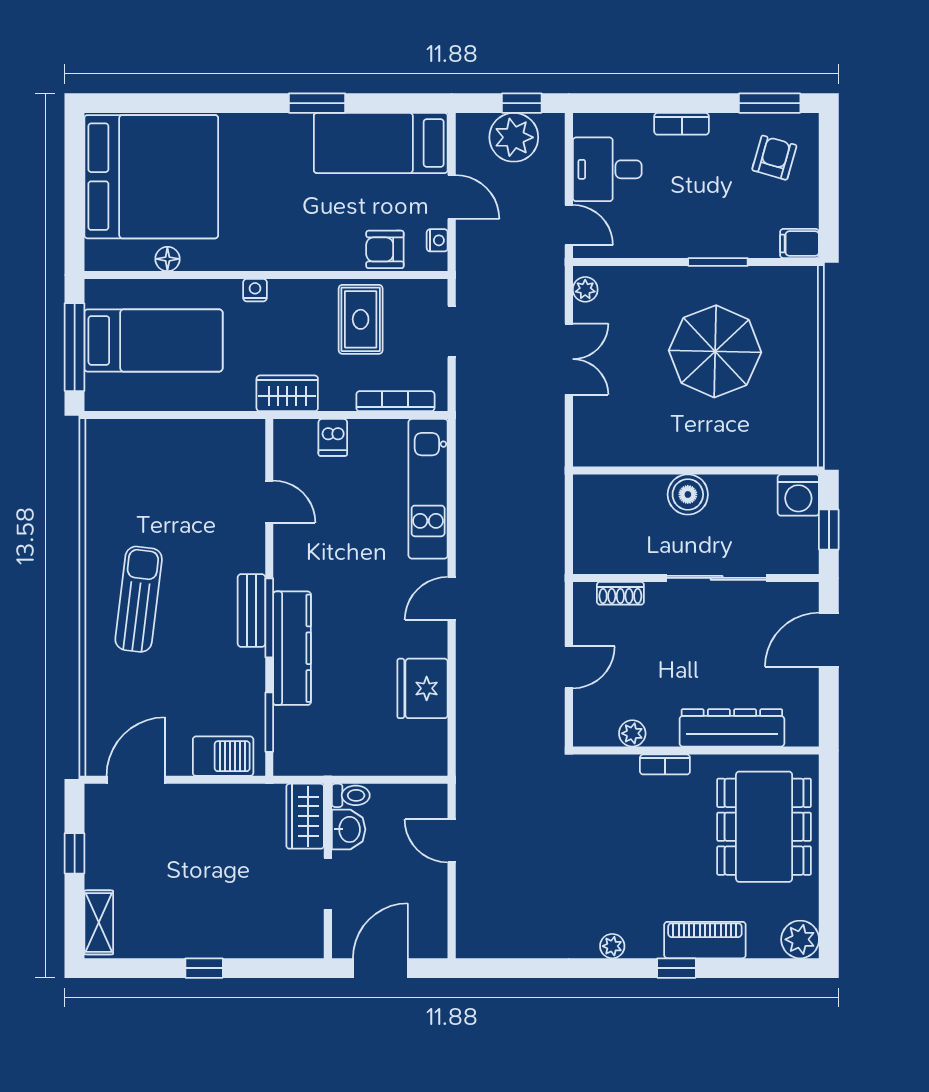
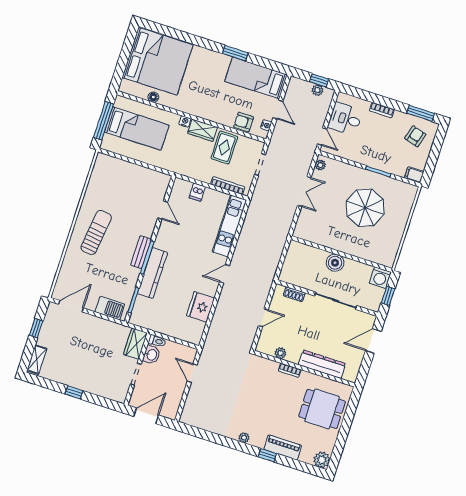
plant: (514, 137) -> (317, 90), width x0.53, depth x0.53
wardrobe: (287, 393) -> (203, 130), moved, turned 180
dining table: (764, 827) -> (322, 409), width x0.73

